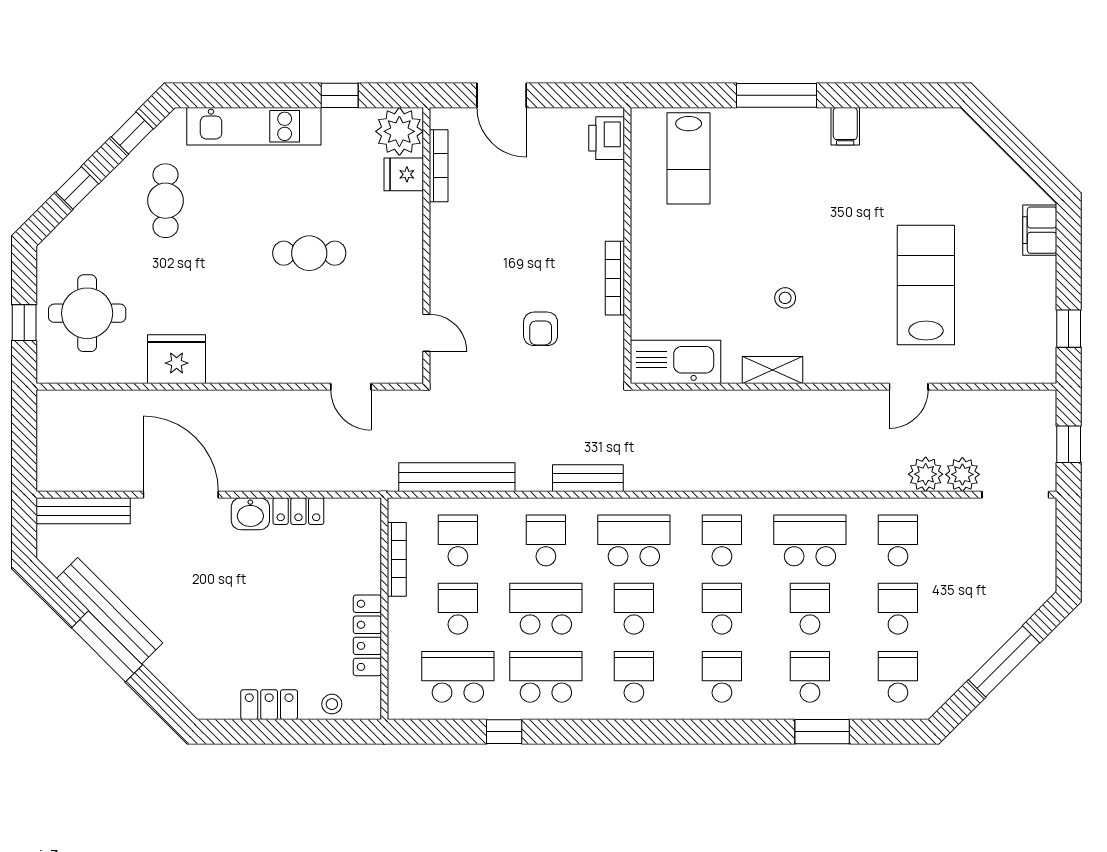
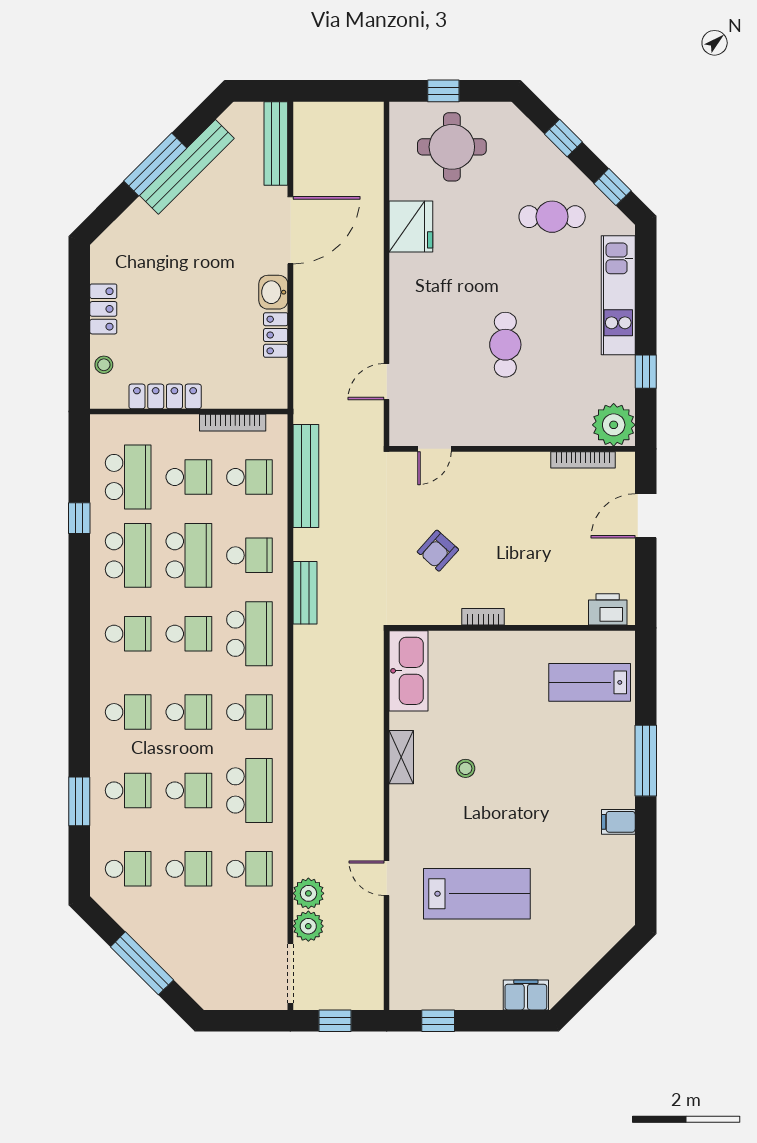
fridge: (404, 174) -> (575, 429), removed
bookcase: (615, 278) -> (483, 617), width x0.64
armchair: (541, 329) -> (438, 551), turned -48

